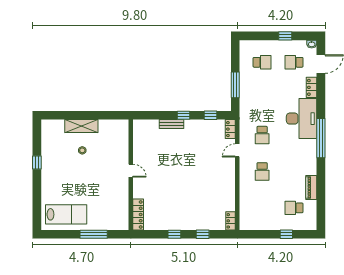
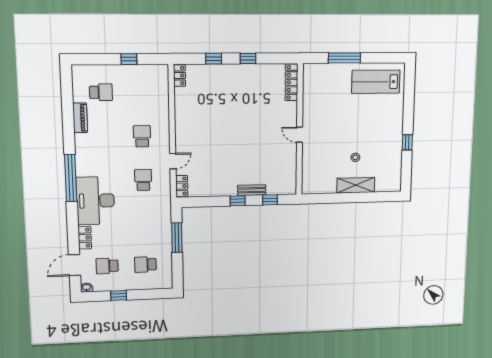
school desk: (294, 62) -> (107, 266), turned 180
window: (211, 115) -> (270, 200), moved
window: (286, 234) -> (129, 59), moved

